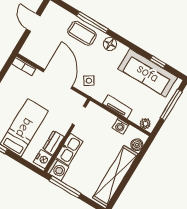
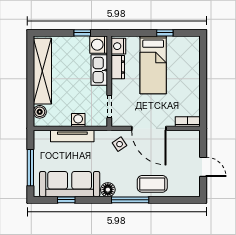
window: (93, 22) -> (130, 200), moved
floor lamp: (110, 44) -> (108, 190), moved
tv unit: (118, 107) -> (72, 136), width x1.41
plant: (145, 124) -> (44, 136), removed
washing machine: (121, 126) -> (78, 120), moved
window: (65, 187) -> (82, 33), width x0.46

